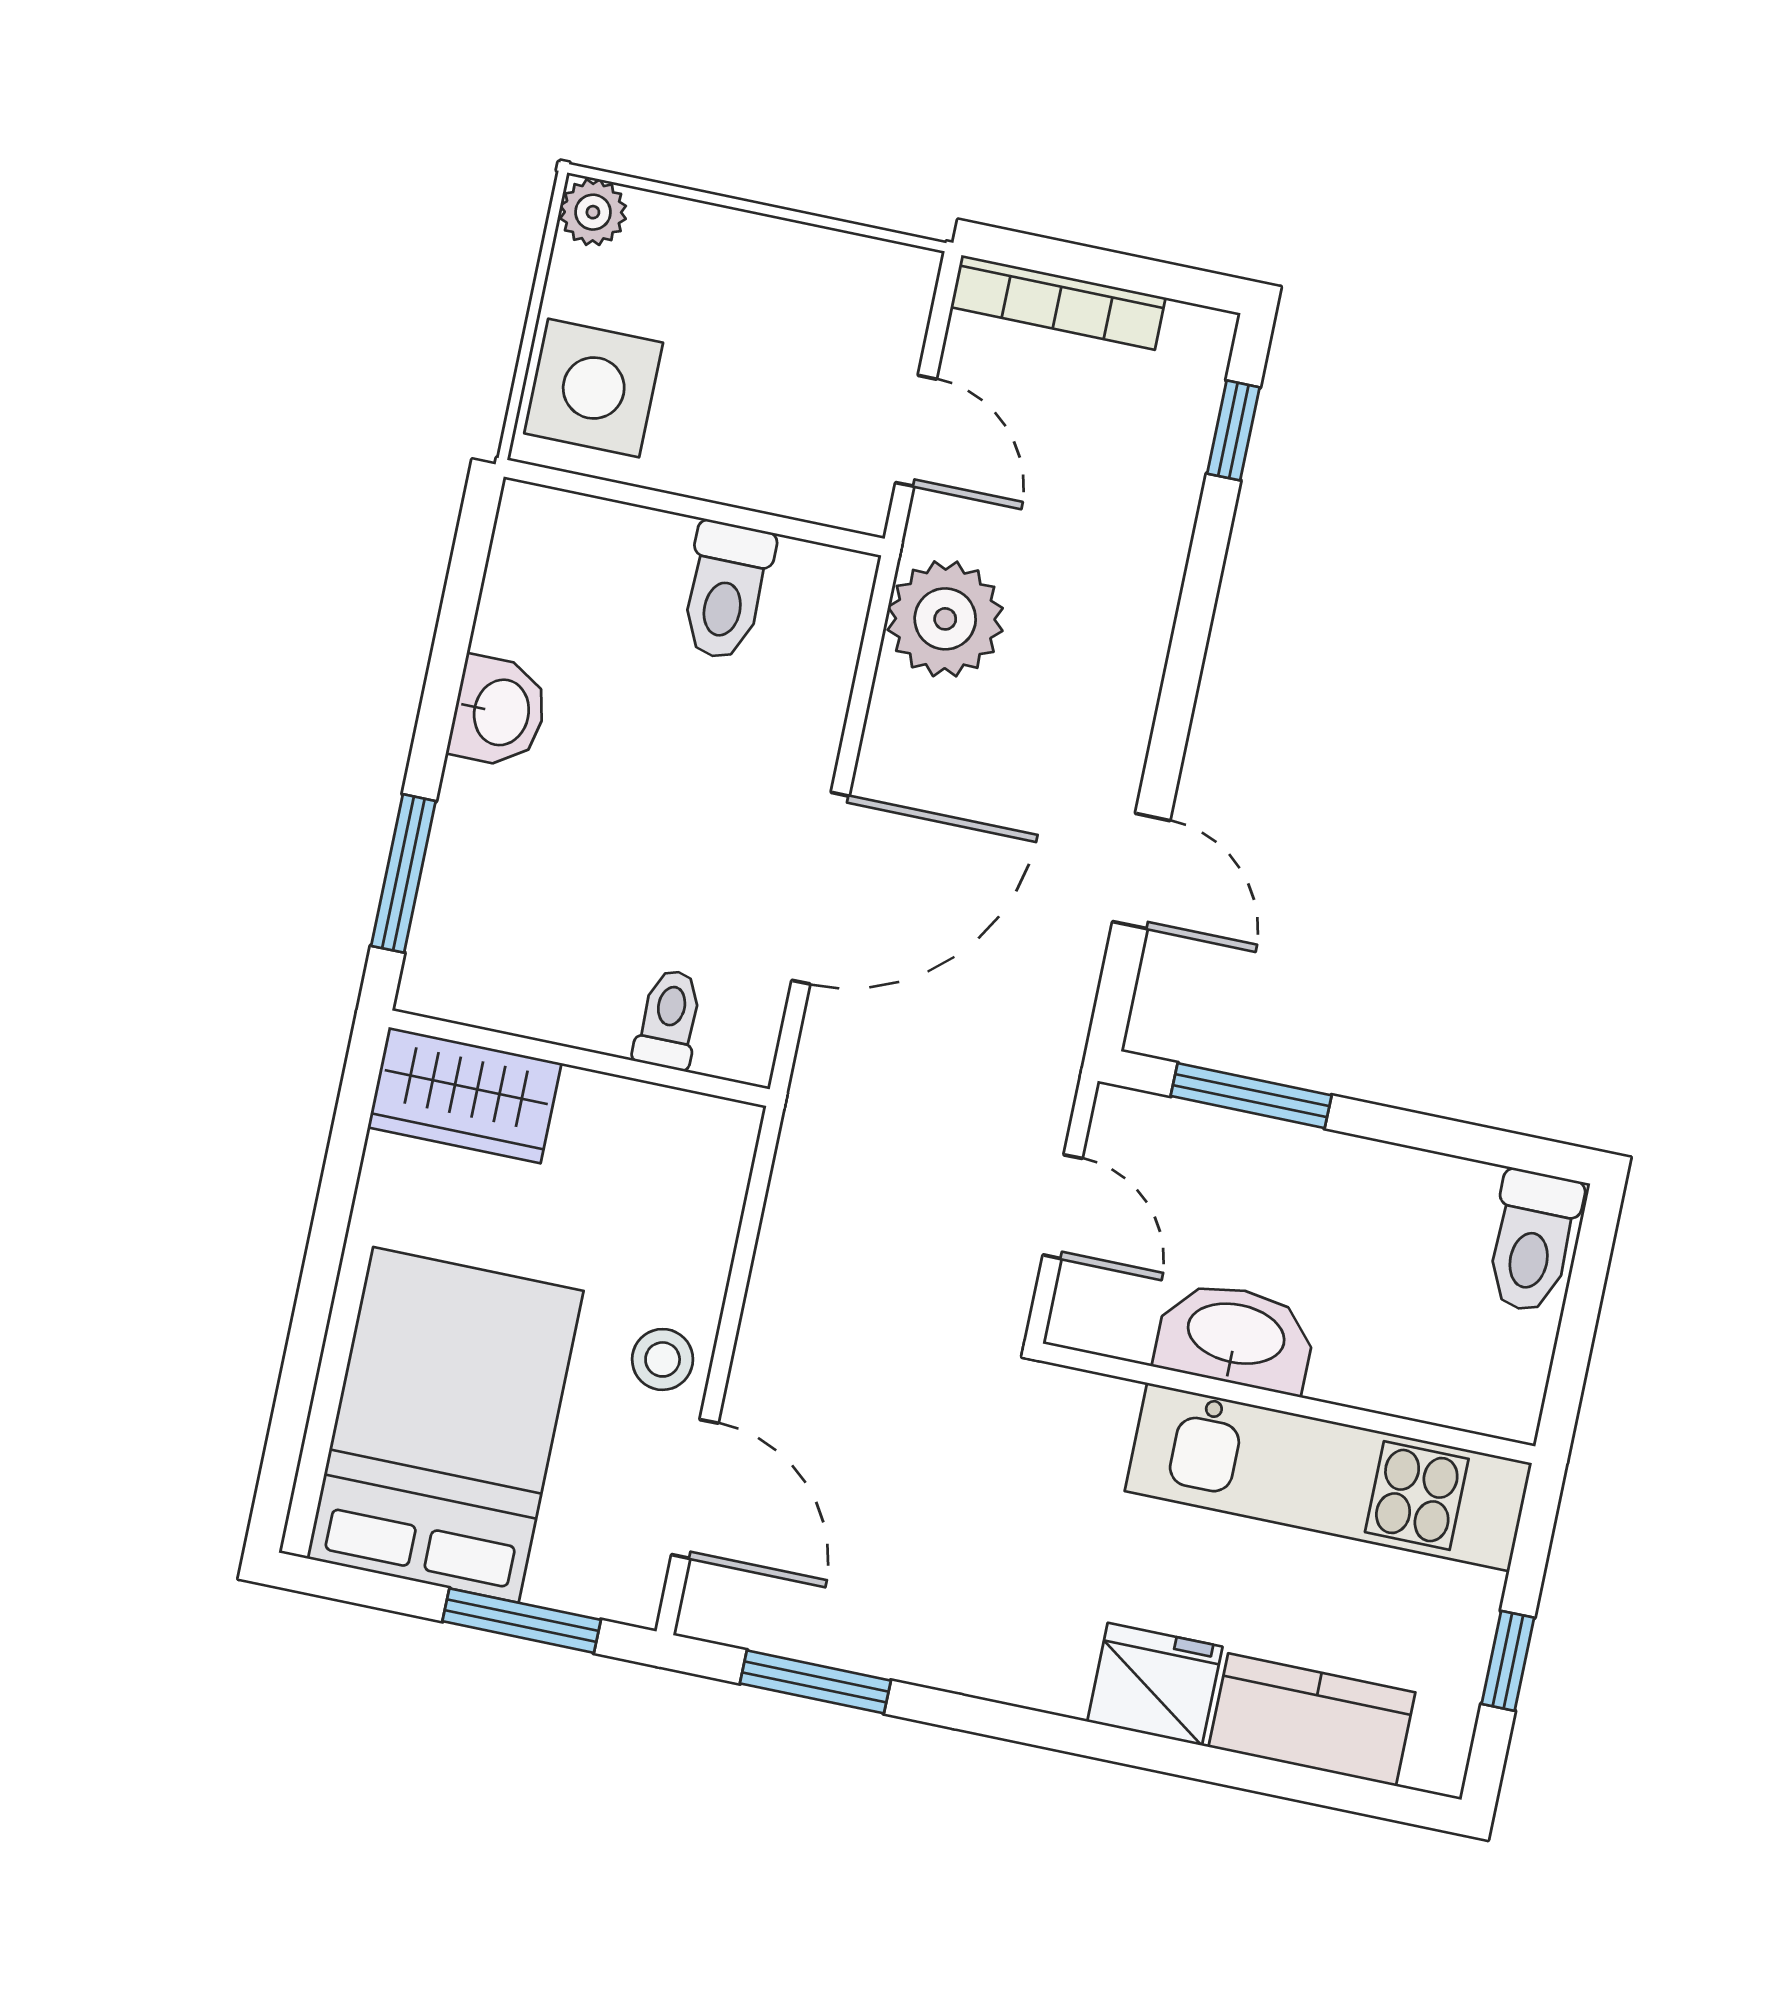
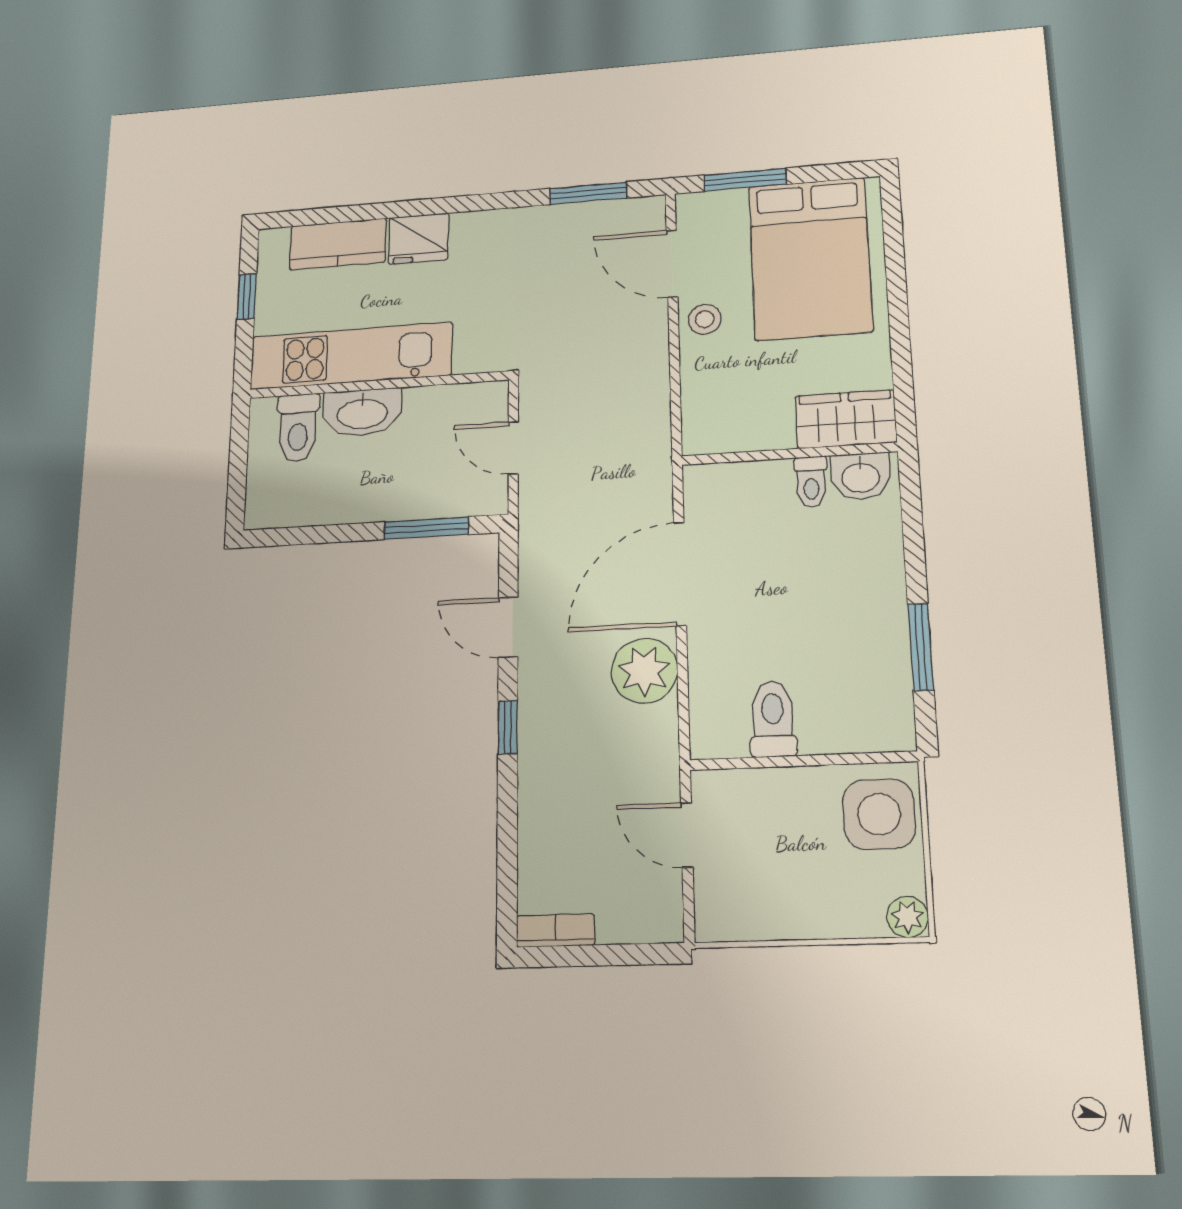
bookcase: (1058, 302) -> (555, 930), moved, width x0.64
window: (1233, 430) -> (508, 727), moved
plant: (945, 619) -> (644, 671), moved
washbasin: (499, 712) -> (861, 476), moved, turned -90
window: (403, 873) -> (921, 647), moved
toilet: (669, 1019) -> (811, 482), moved
toilet: (1533, 1241) -> (298, 428), moved, turned 180
washbasin: (1236, 1336) -> (362, 413), moved

